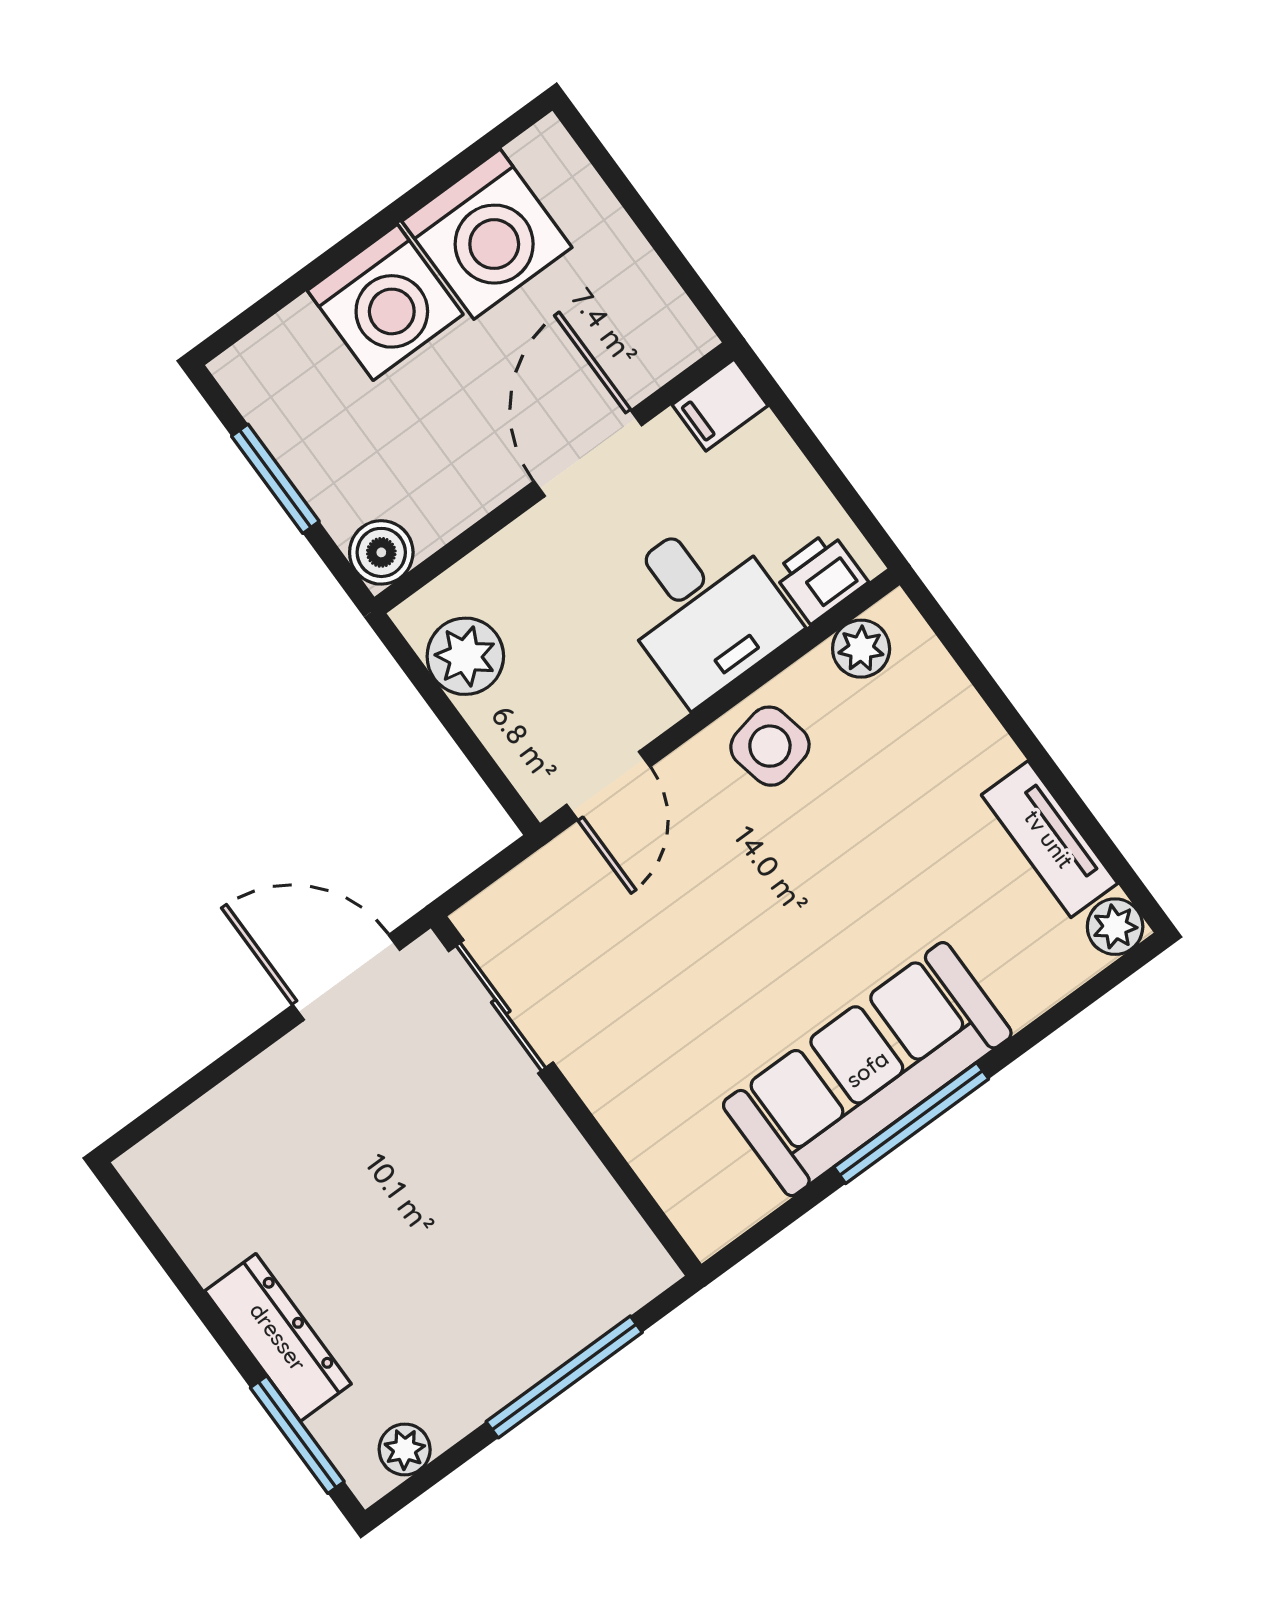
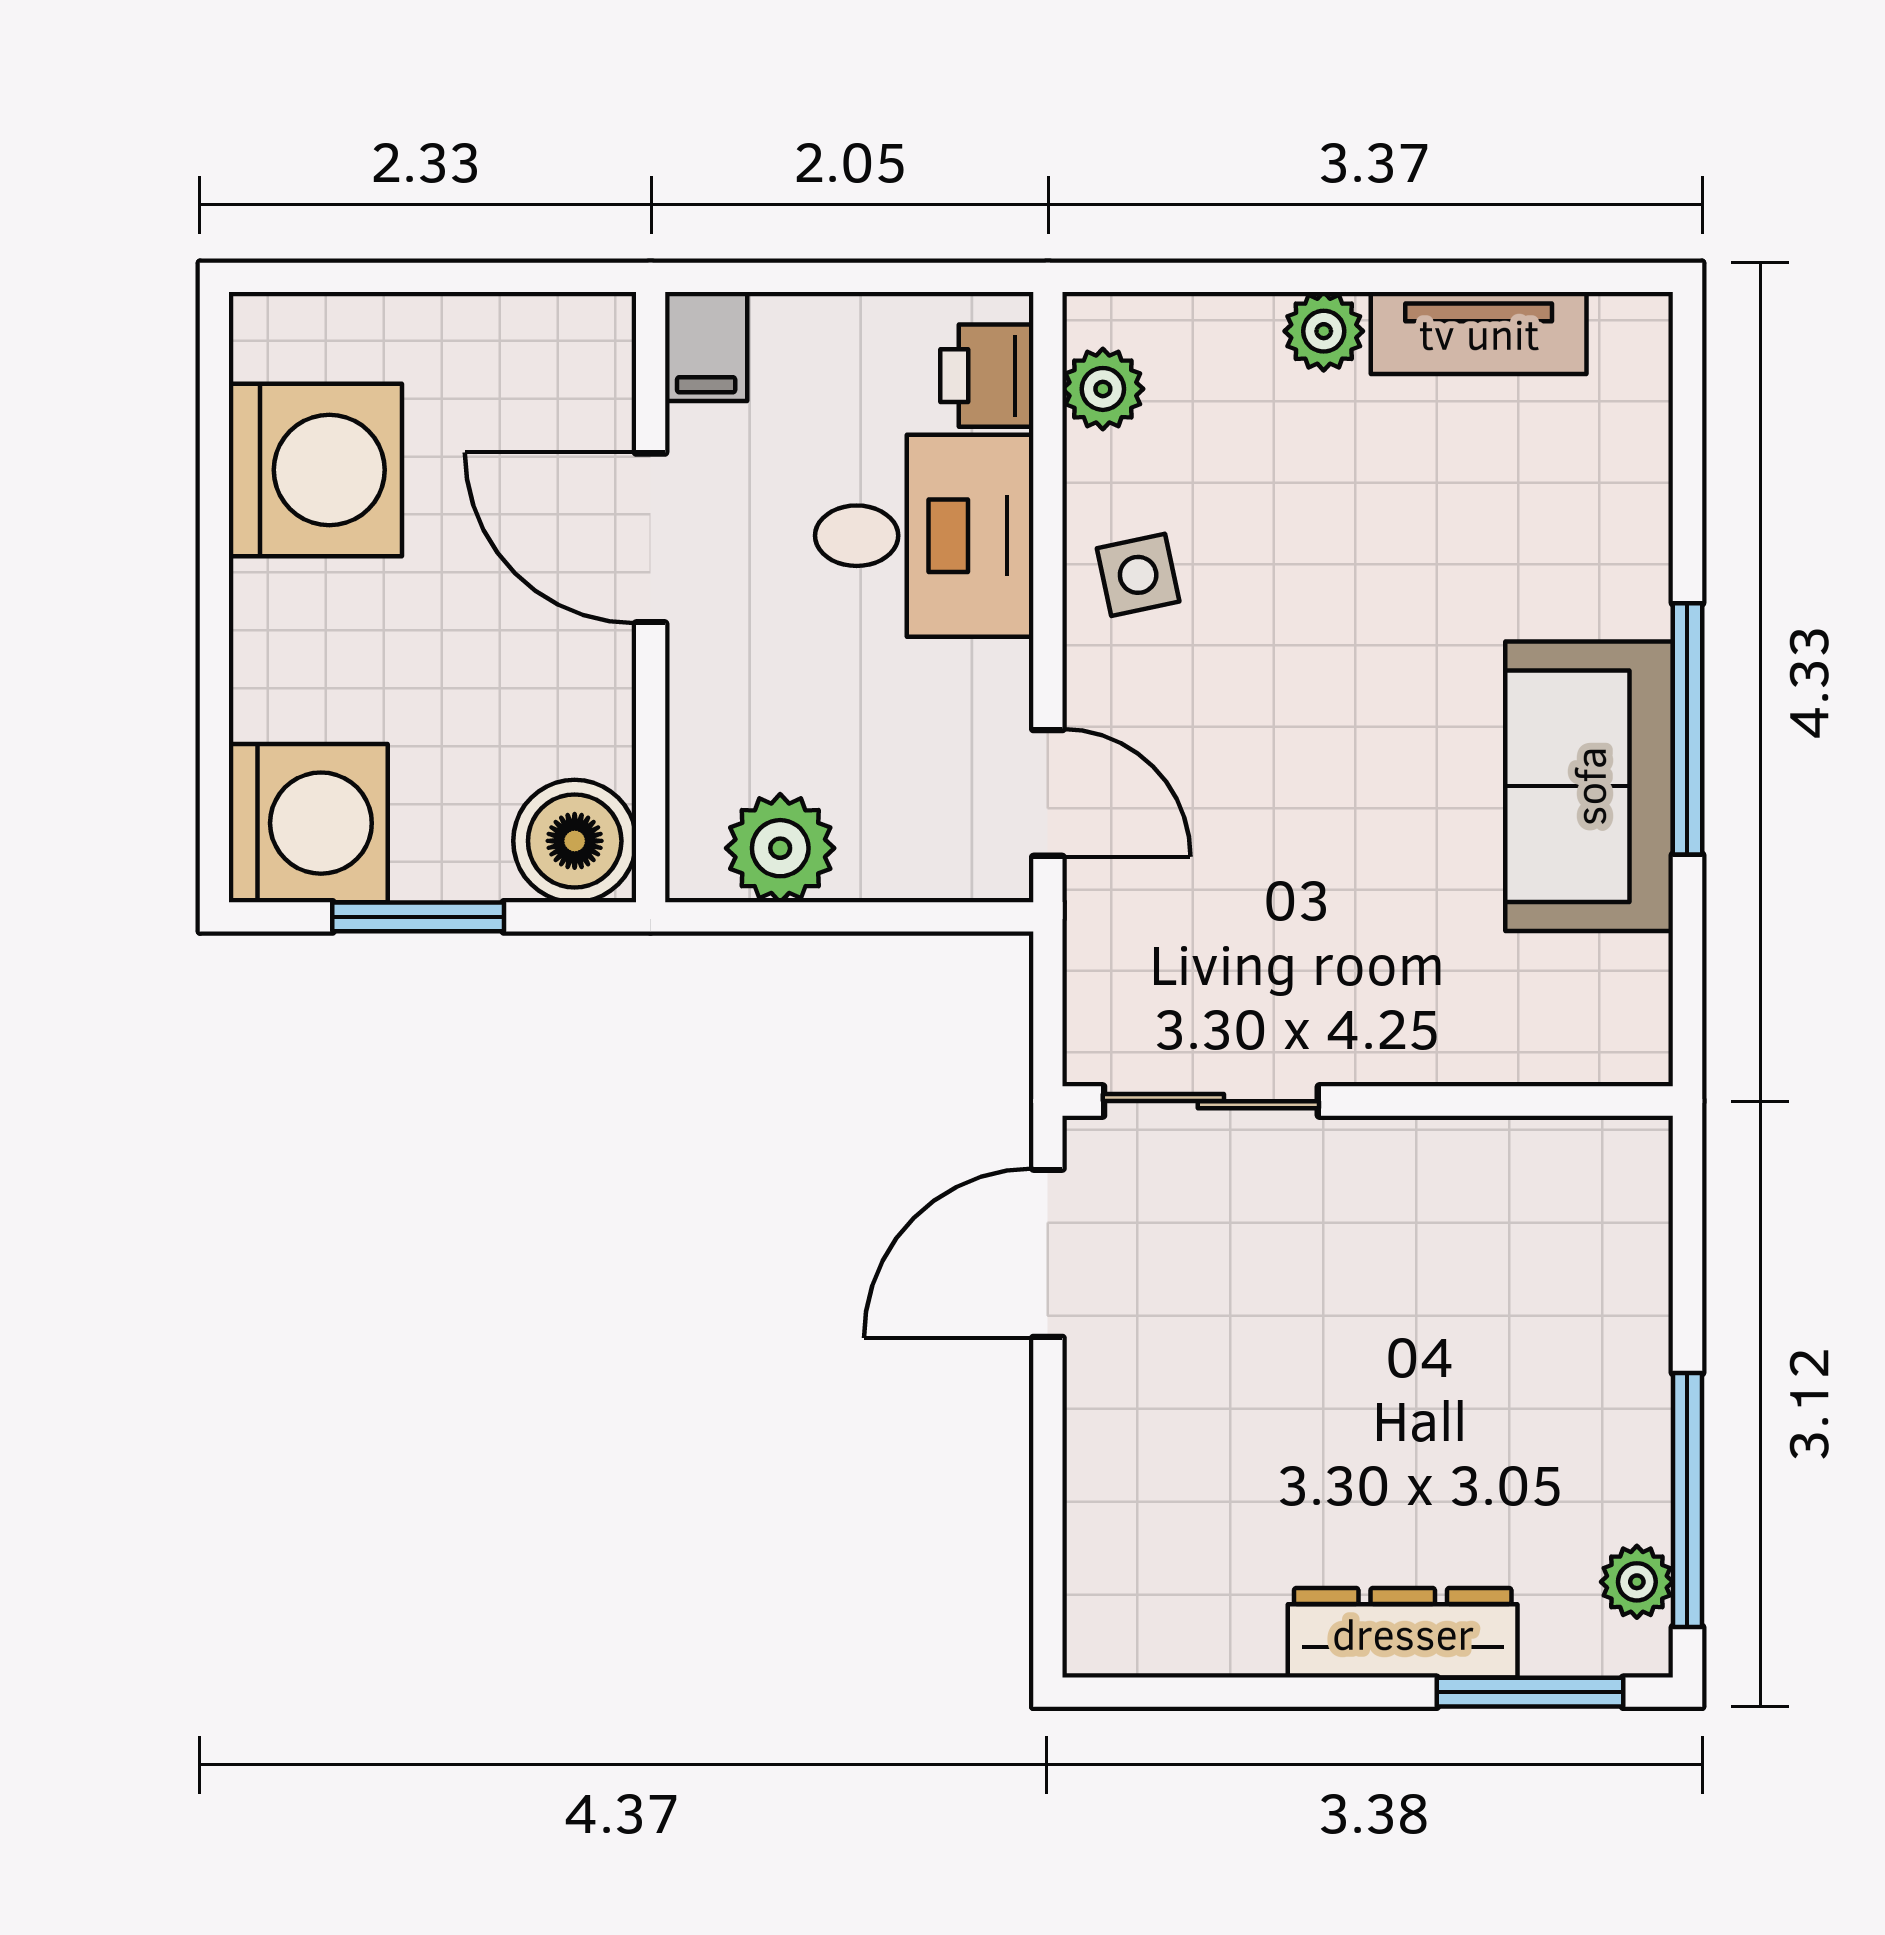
washing machine: (385, 302) -> (308, 823), moved
boiler: (381, 552) -> (575, 841), width x1.36, depth x1.36
side table: (770, 746) -> (1138, 575), width x0.73, depth x0.73
plant: (1115, 927) -> (1324, 331), moved
sofa: (867, 1069) -> (1589, 786), width x0.73
window: (564, 1377) -> (1687, 1500), moved

